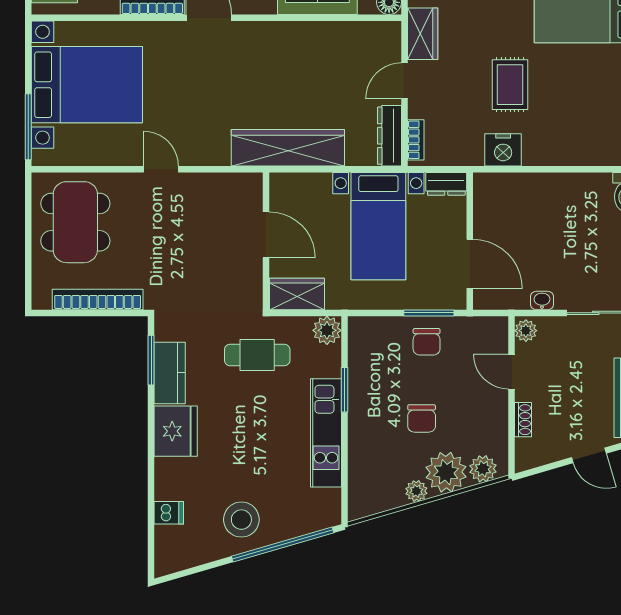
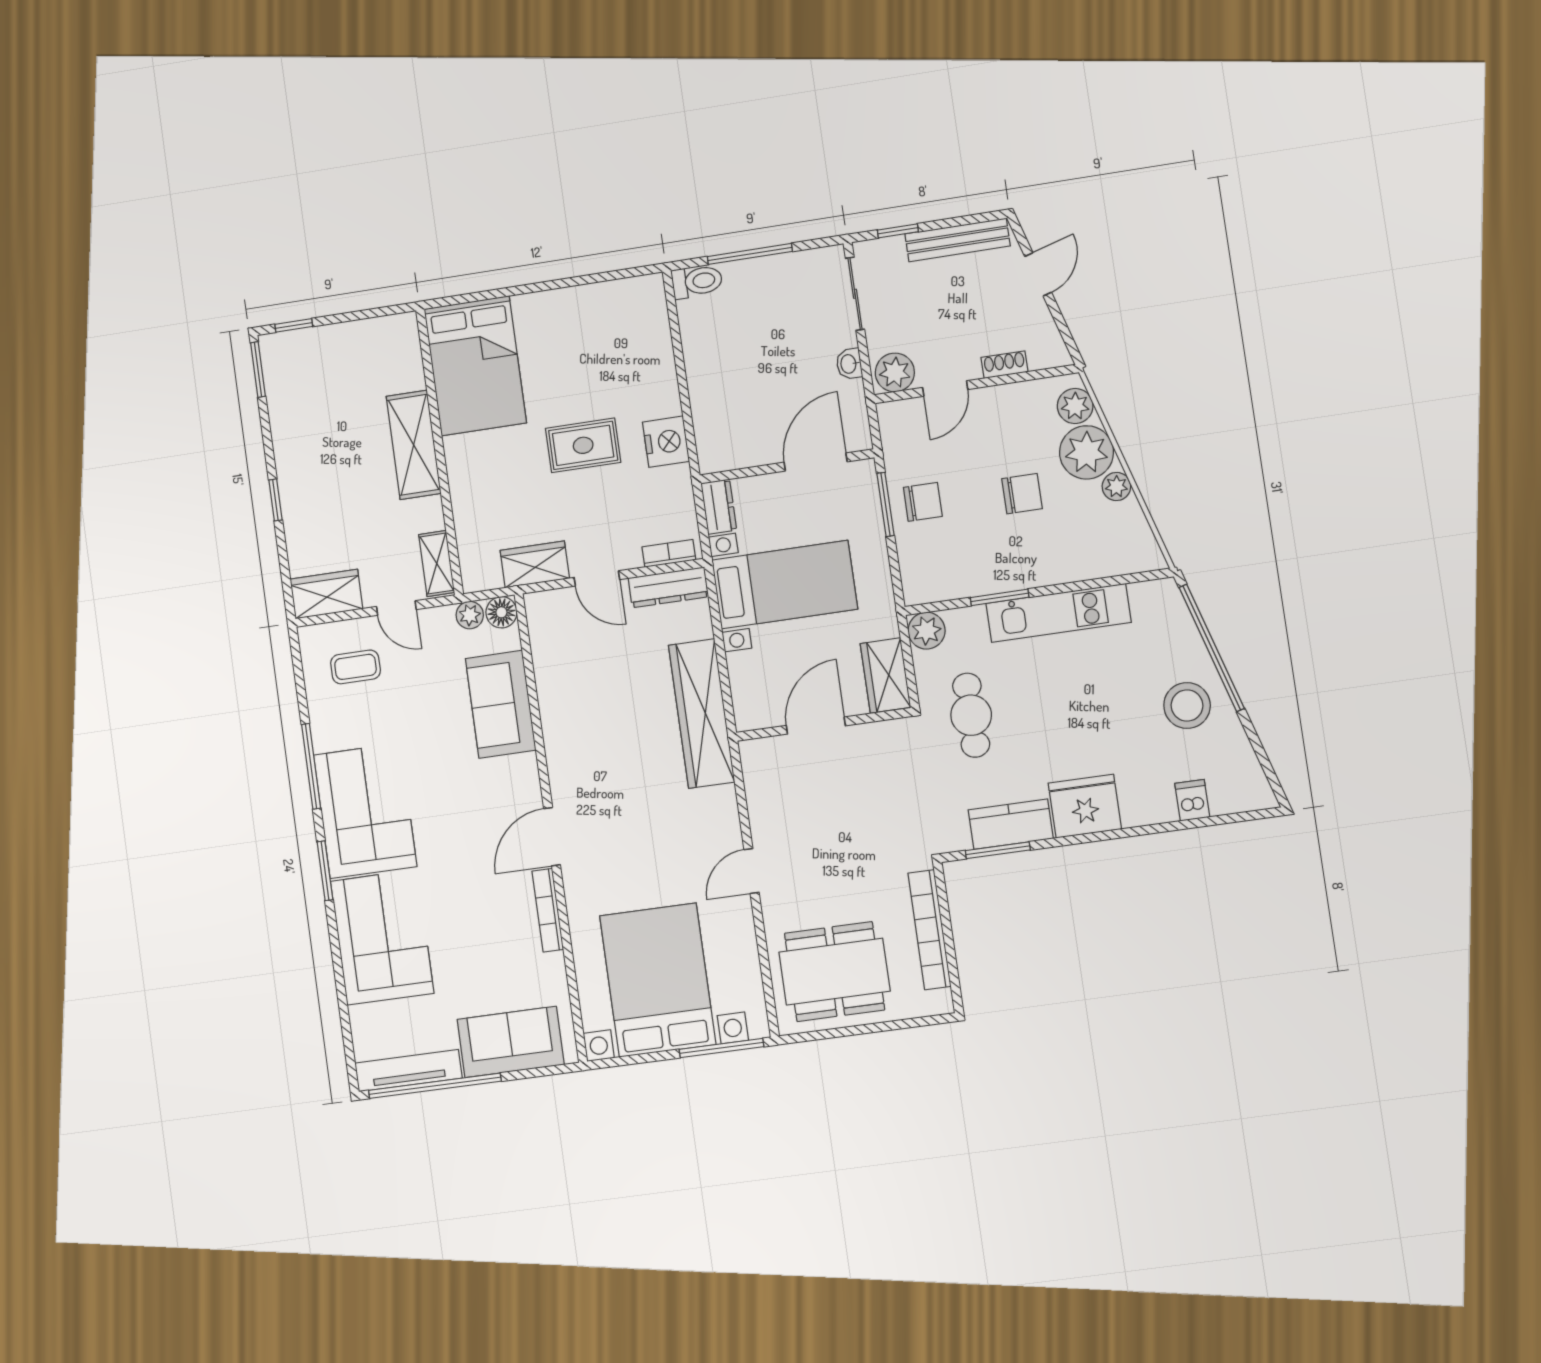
plant: (526, 331) -> (895, 372), width x1.38, depth x1.38

